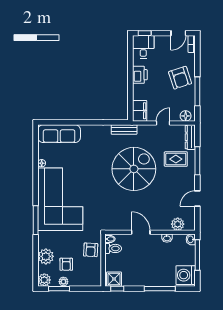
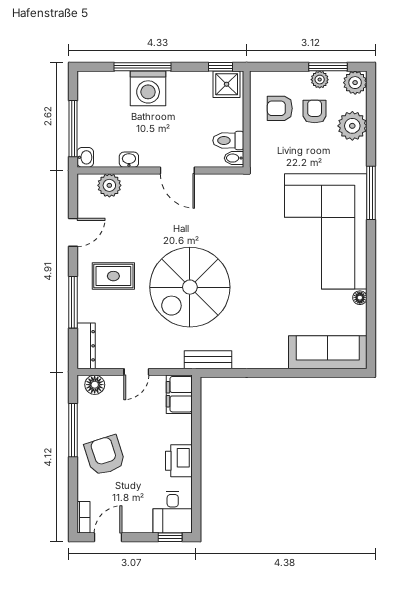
rug: (176, 159) -> (113, 276), moved
armchair: (91, 250) -> (280, 108), moved, turned -93
washing machine: (186, 275) -> (148, 88), moved, turned 90

